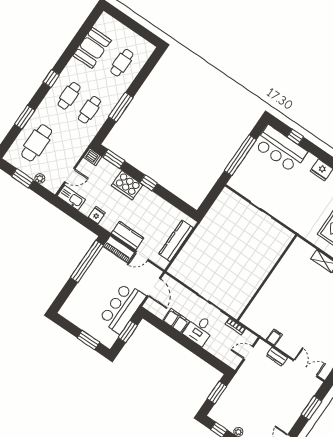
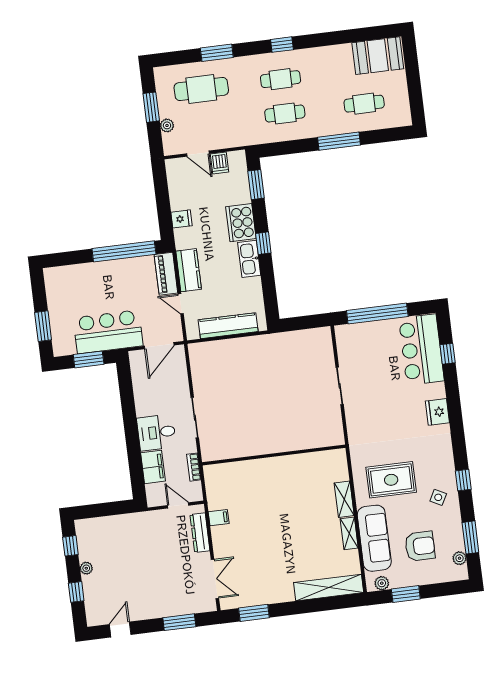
booth: (92, 48) -> (378, 56), moved
window: (121, 107) -> (339, 141), moved
dishwasher: (93, 157) -> (219, 163), moved
kitchen sink: (71, 198) -> (249, 259), moved, turned 180
filing cabinet: (176, 321) -> (153, 467), moved
dresser: (277, 357) -> (200, 533), width x1.44
window: (217, 392) -> (108, 509), removed

